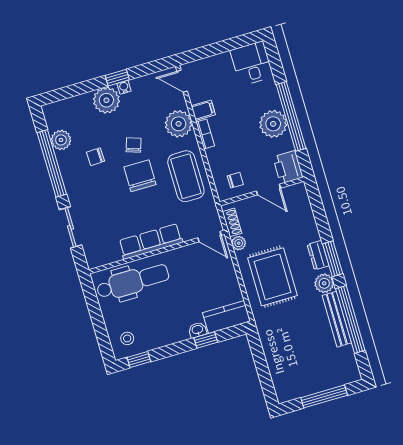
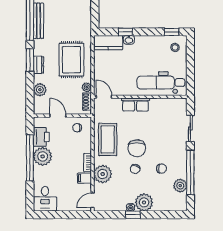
door: (182, 81) -> (92, 200), swing flipped
printer: (288, 167) -> (41, 137), moved
row of seats: (151, 241) -> (136, 105), width x0.68
plant: (324, 283) -> (40, 90), moved

